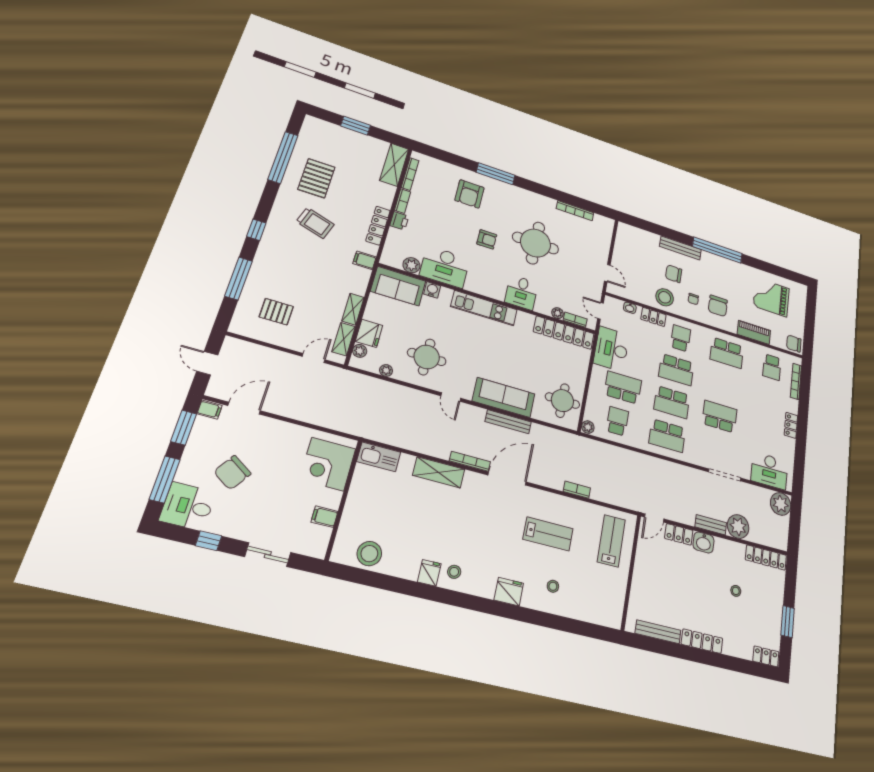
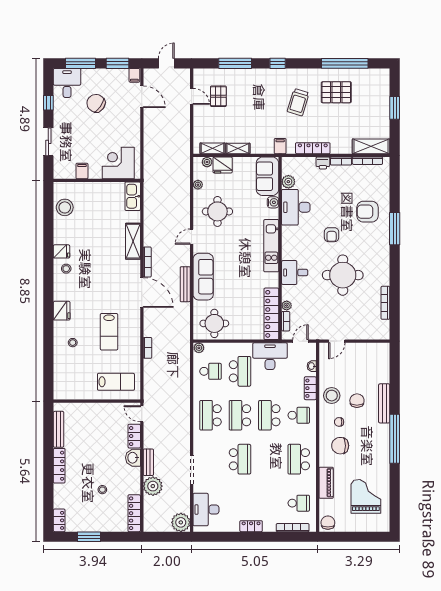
door: (314, 358) -> (192, 96), moved
school desk: (772, 367) -> (299, 503), turned 180

